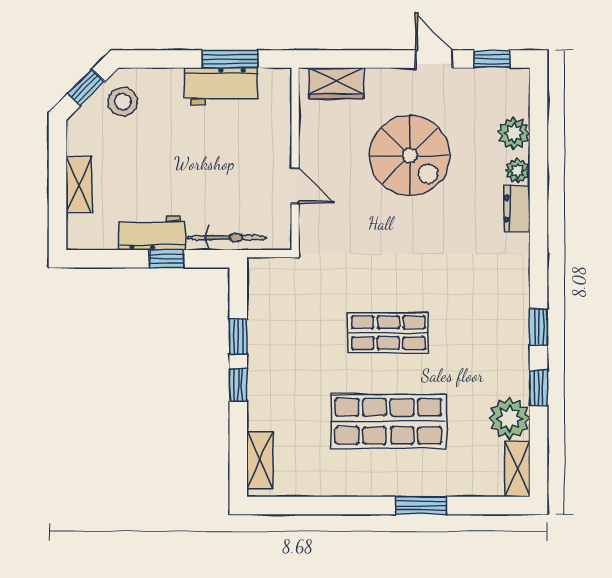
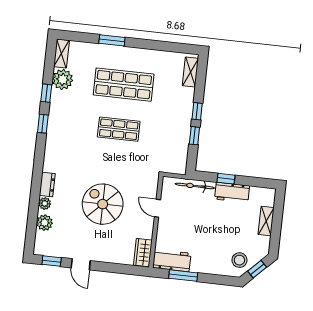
wardrobe: (336, 83) -> (143, 253), moved, turned -90
workbench: (221, 86) -> (172, 260), moved
spiral stairs: (410, 155) -> (103, 204), moved

